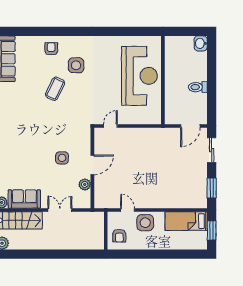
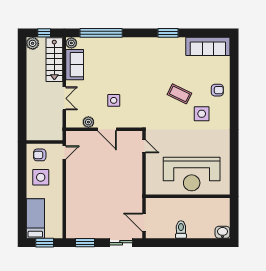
door: (128, 210) -> (64, 153), moved
bed: (186, 221) -> (35, 218), moved
side table: (145, 223) -> (41, 177), moved

